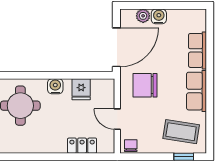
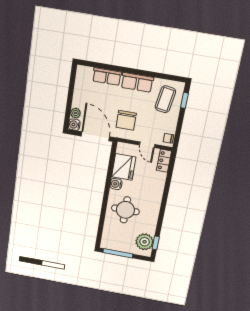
water cooler: (159, 16) -> (74, 125), moved
fridge: (81, 89) -> (124, 167), width x1.88, depth x1.34
door: (117, 119) -> (147, 145), hinge flipped
locker: (82, 146) -> (164, 161), moved

